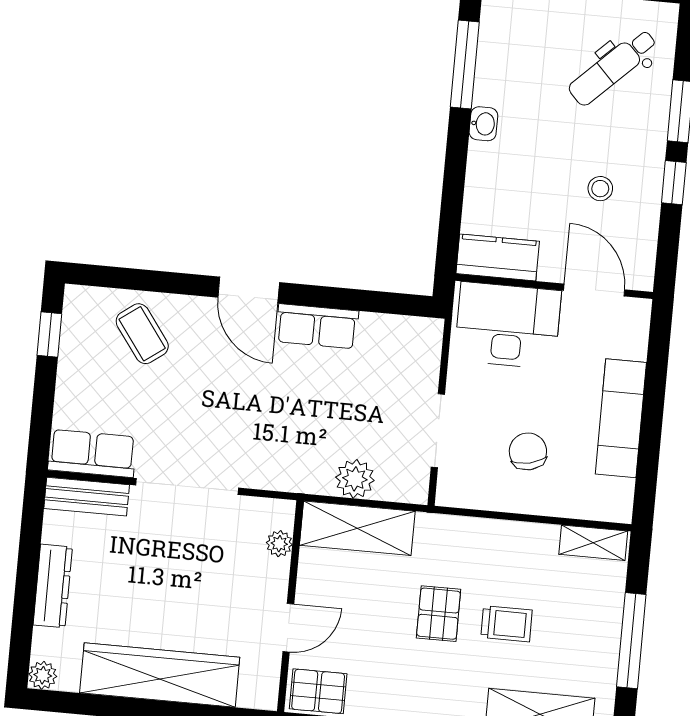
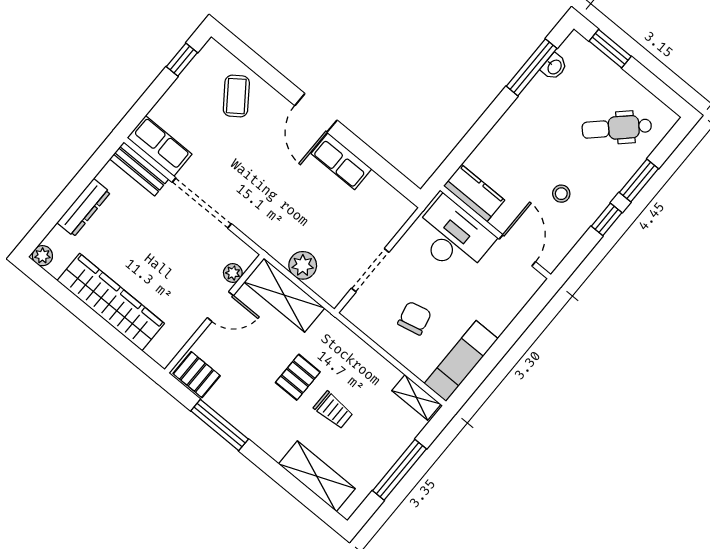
washbasin: (483, 124) -> (554, 67), moved
exam couch: (621, 418) -> (461, 361), moved
door: (288, 628) -> (220, 307), moved

